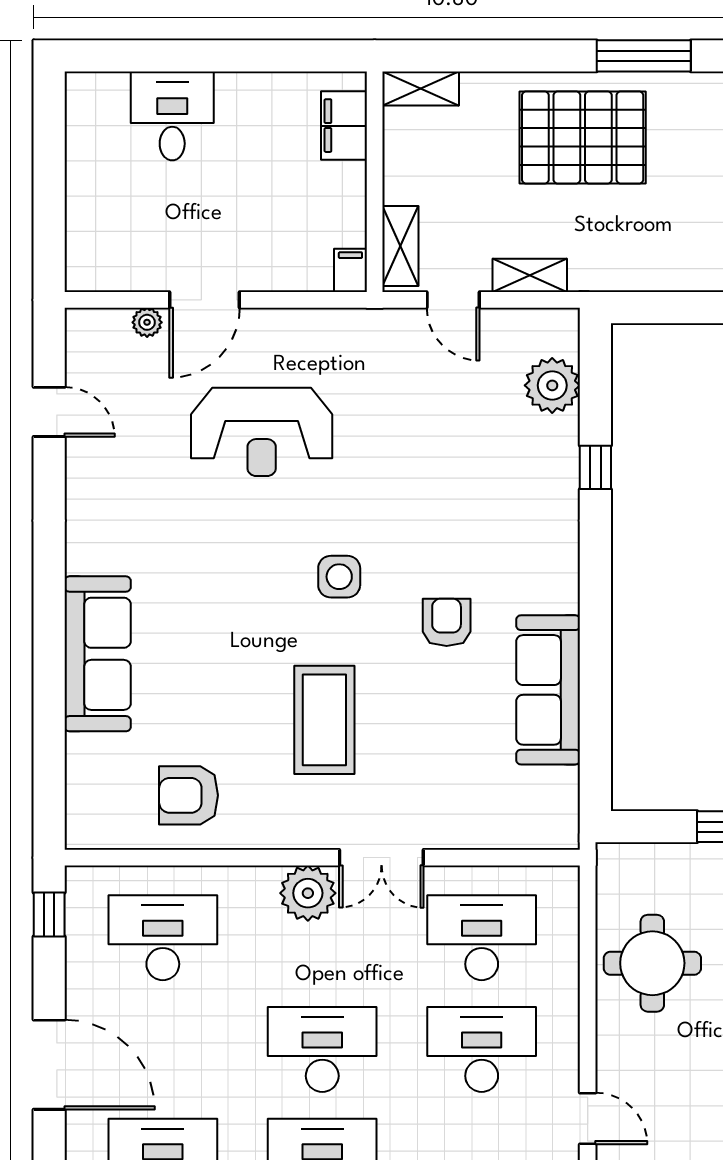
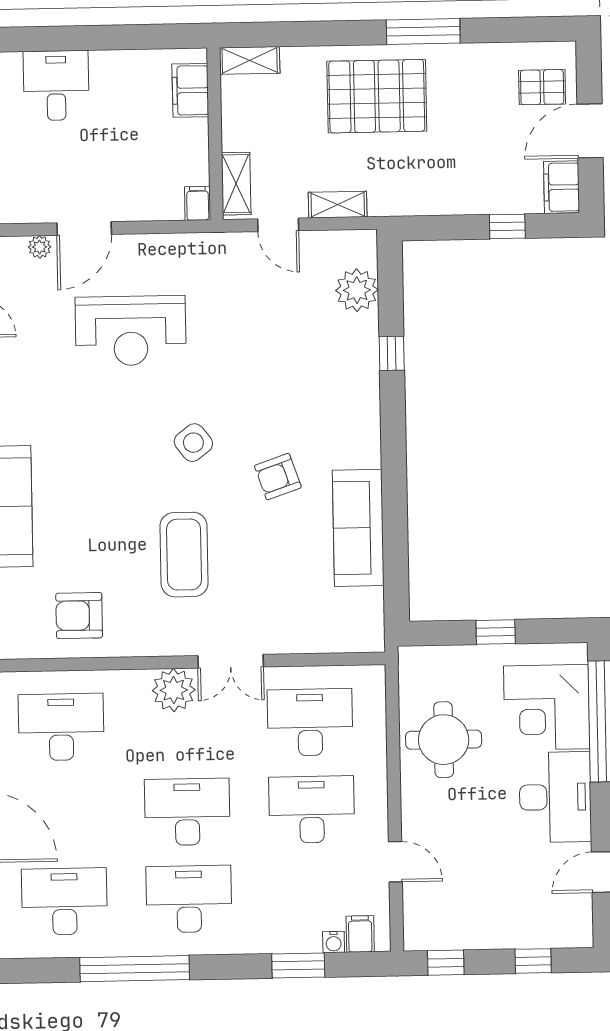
side table: (339, 577) -> (193, 443), turned -37
armchair: (447, 622) -> (278, 477), turned -109

